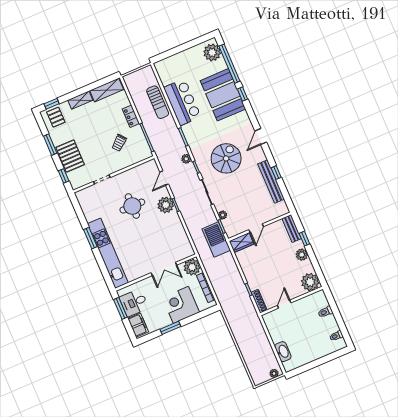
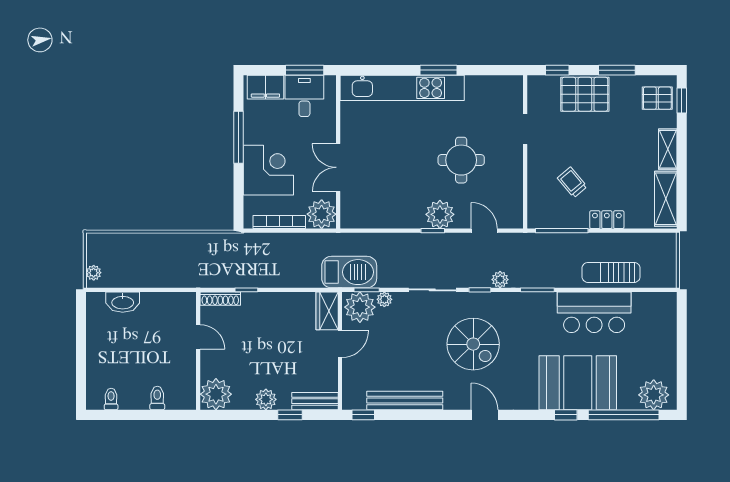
window: (276, 173) -> (363, 415), moved
plant: (232, 226) -> (360, 307), added
door: (256, 228) -> (340, 344), swing flipped
window: (170, 328) -> (239, 137), width x1.44

